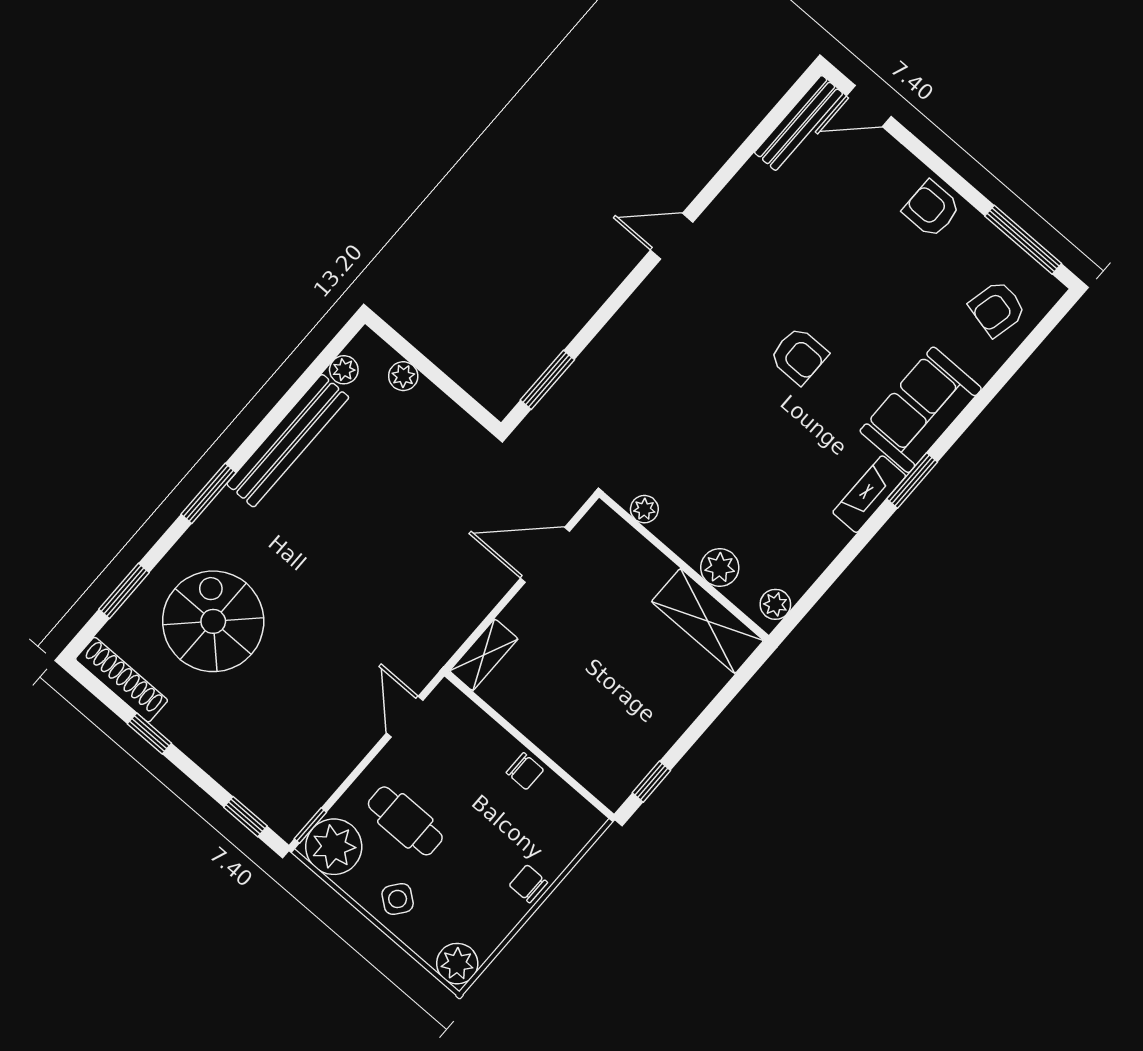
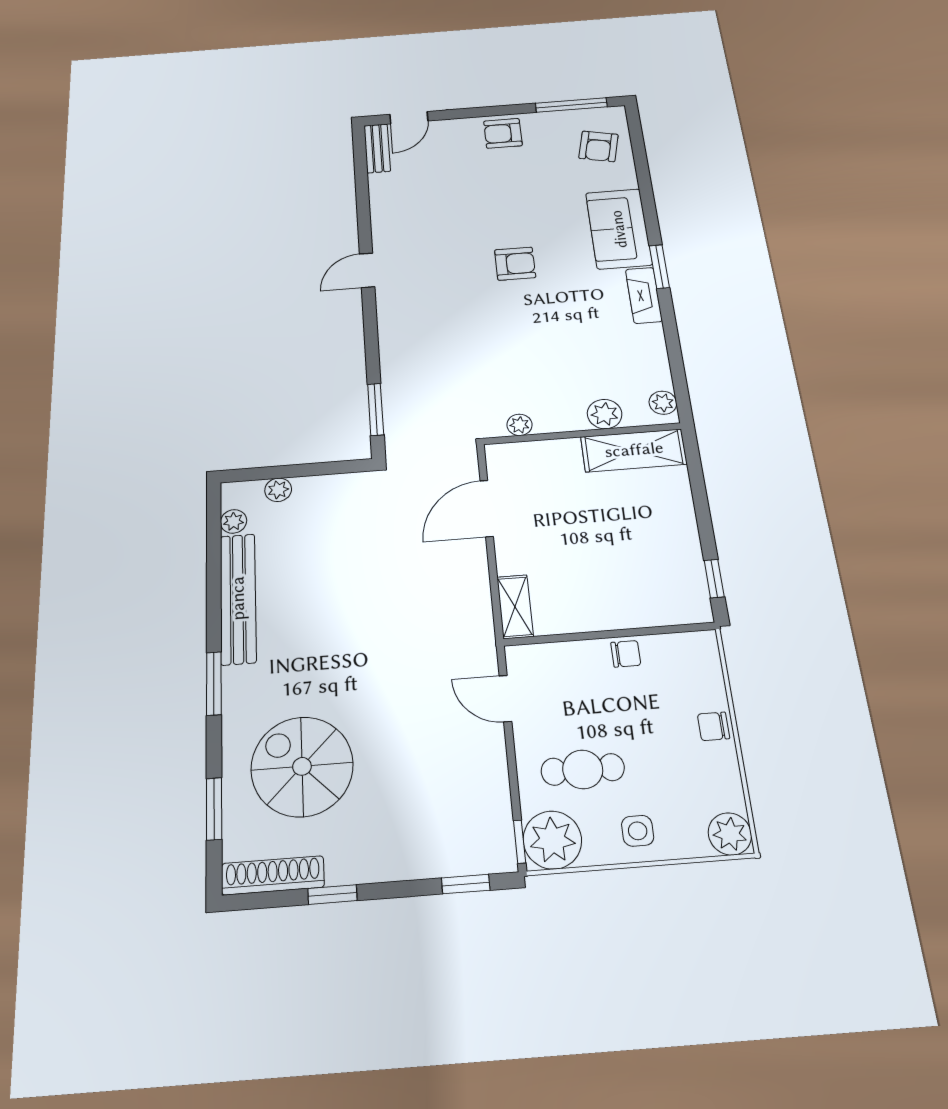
bench: (799, 123) -> (377, 148), width x0.73
side table: (398, 899) -> (638, 831), turned -38

